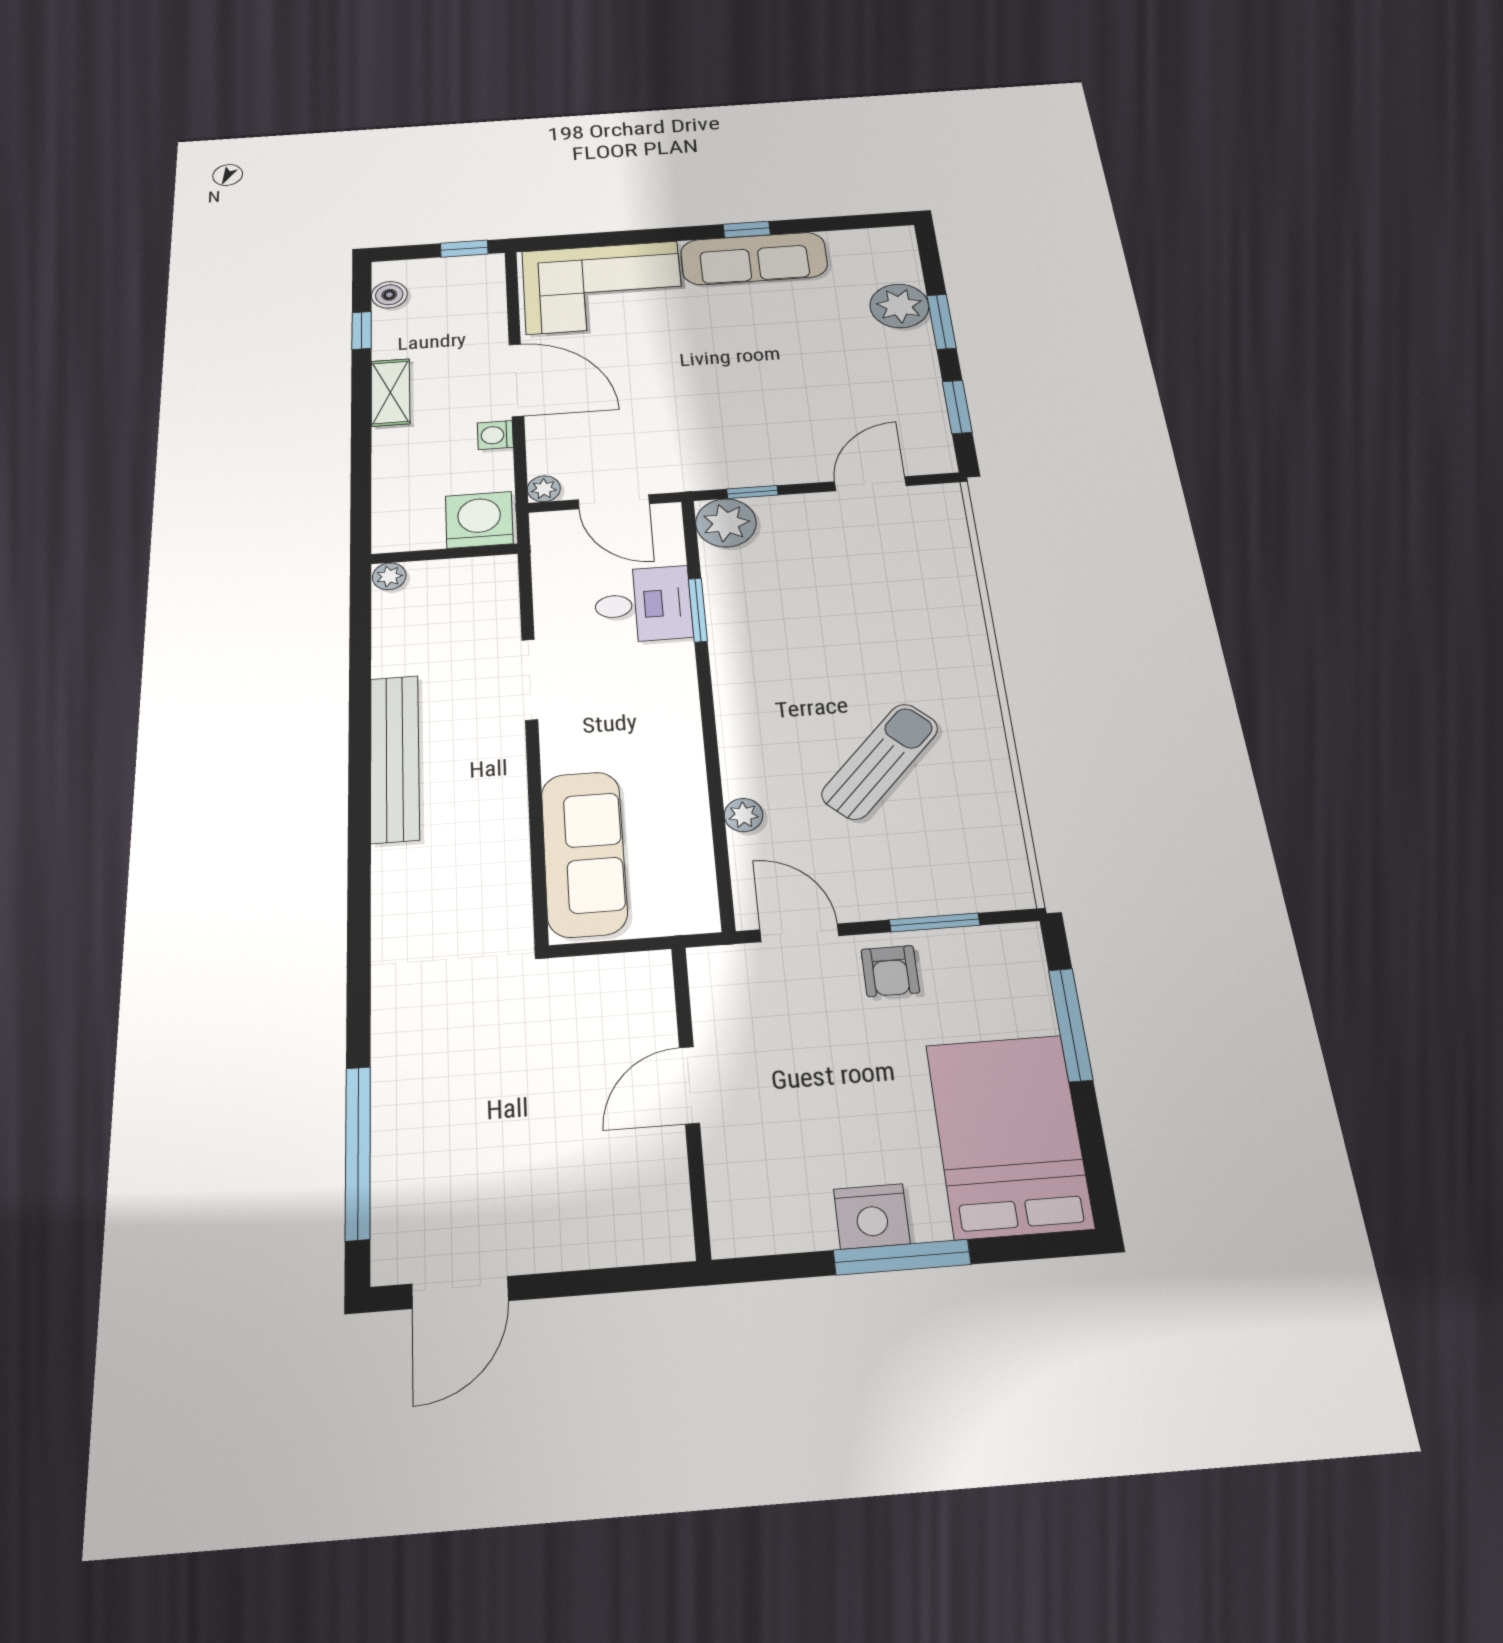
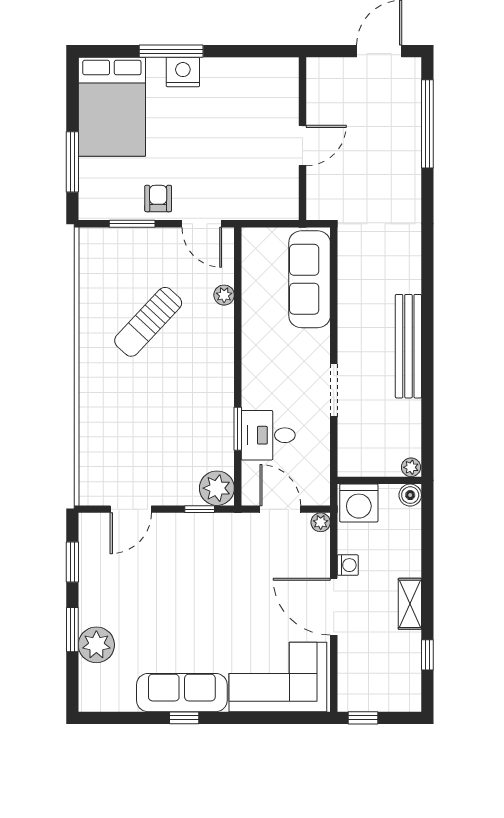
boiler: (389, 295) -> (410, 495), moved
door: (689, 1085) -> (303, 145), moved
wall: (691, 1098) -> (303, 139), moved

